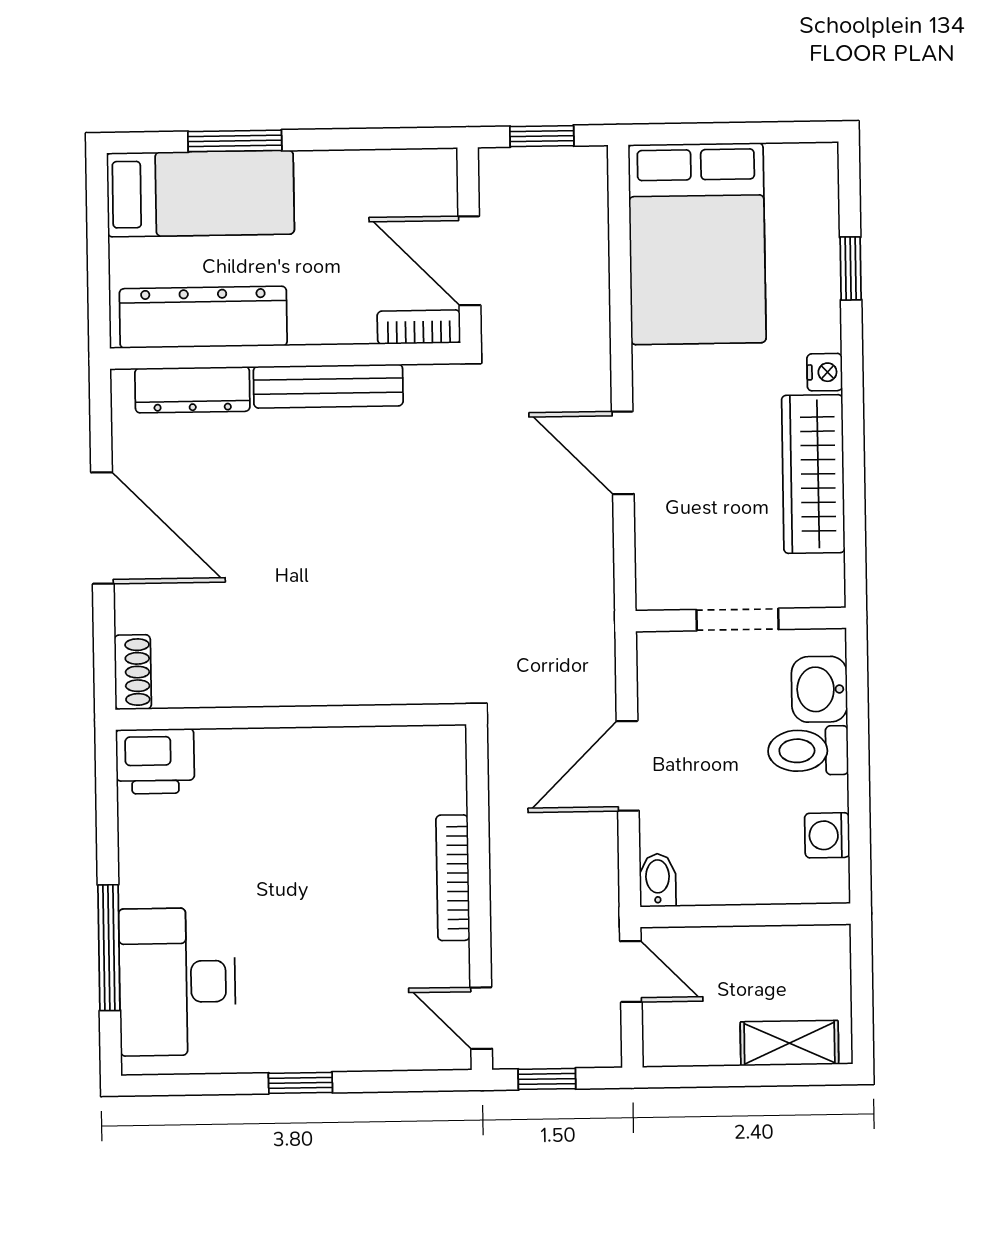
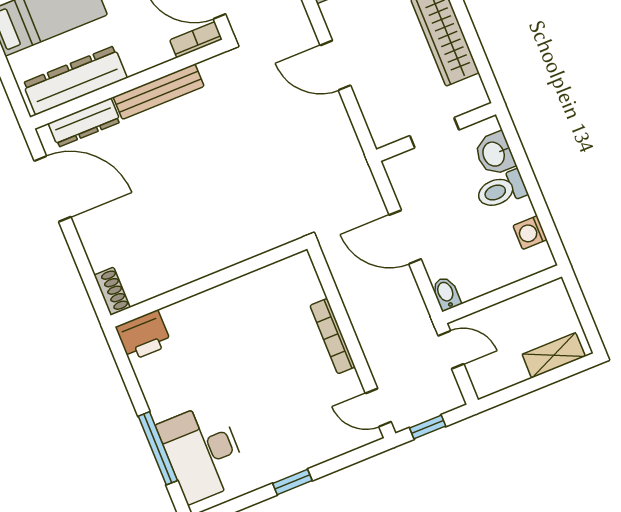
door: (102, 528) -> (52, 189), moved
door: (628, 766) -> (405, 237), hinge flipped

